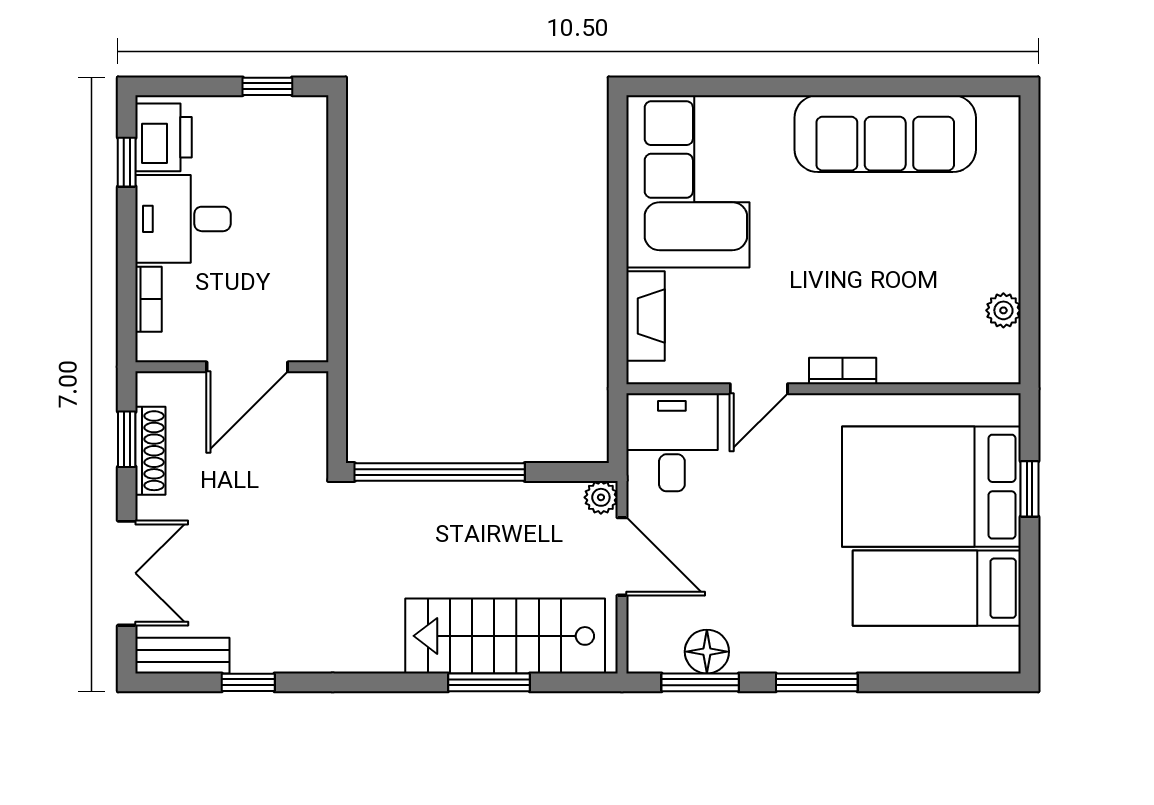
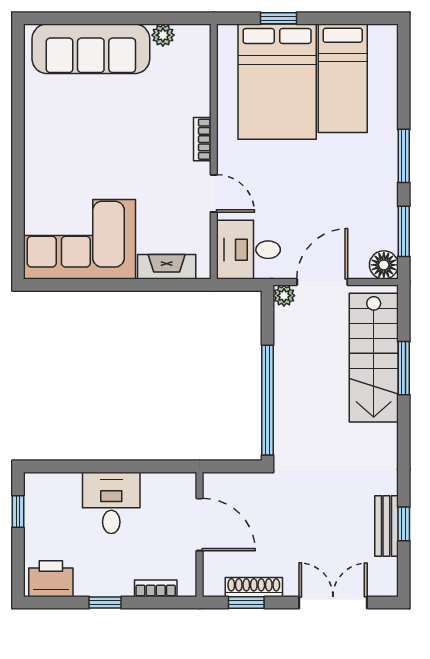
sofa: (885, 134) -> (91, 49), moved, turned 90
window: (127, 162) -> (105, 603), moved
desk: (183, 219) -> (111, 503), moved, turned 180
floor lamp: (707, 652) -> (384, 265), moved
bench: (182, 656) -> (386, 526), moved

